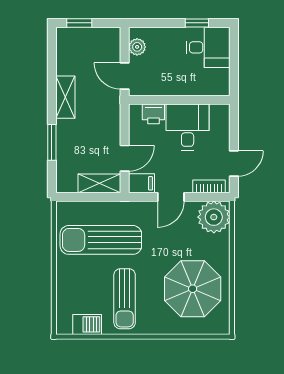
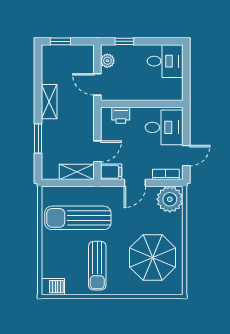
window: (197, 23) -> (124, 41), moved
desk: (188, 127) -> (164, 127), moved, turned 90
barbecue: (87, 324) -> (53, 287), moved

